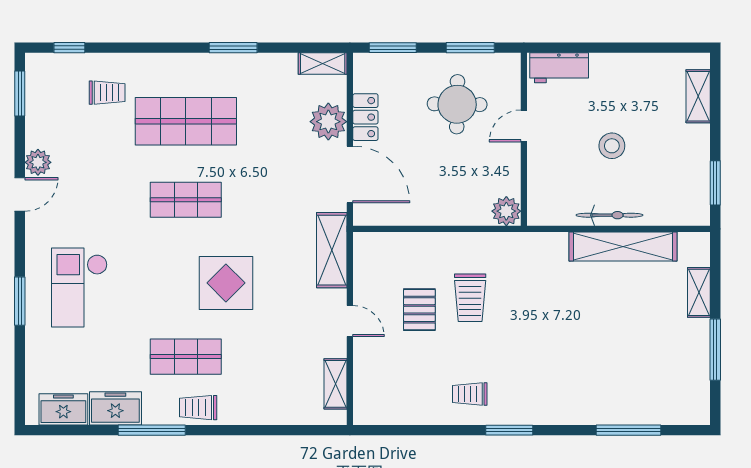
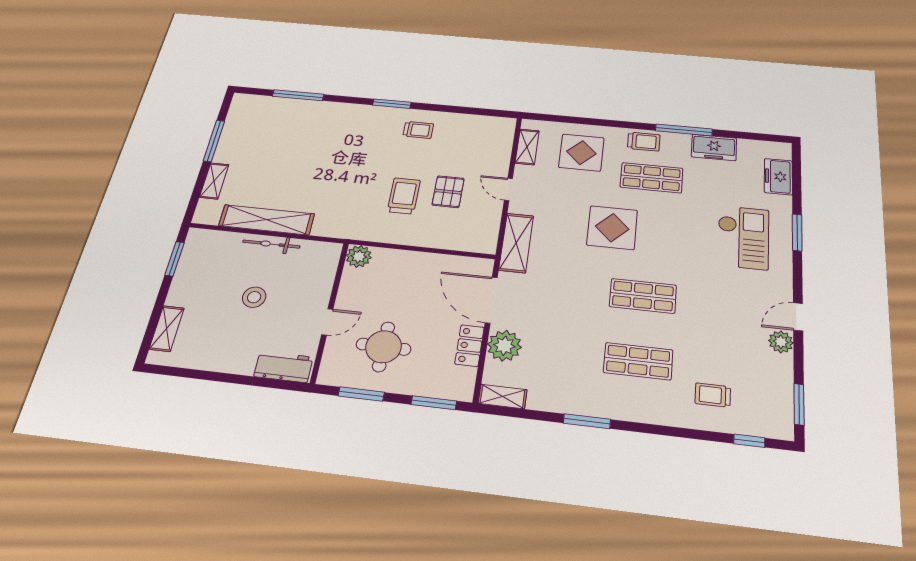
shop shelf: (186, 121) -> (638, 361), width x0.70, depth x0.74
display table: (270, 383) -> (581, 153), added
freezer: (63, 409) -> (778, 177), moved, turned 90

